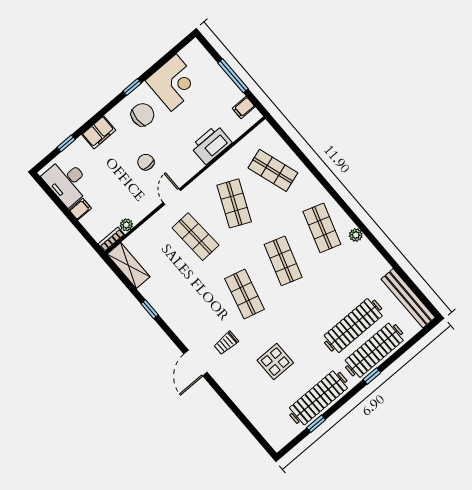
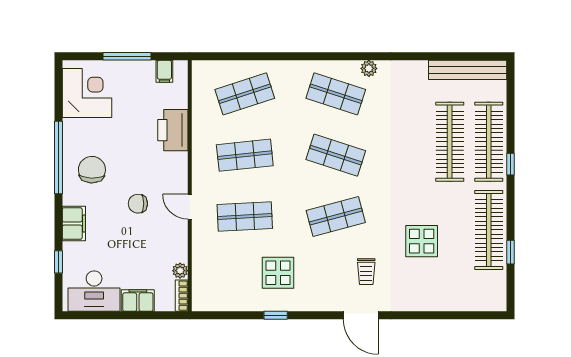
corner desk: (174, 83) -> (87, 93), moved
window: (132, 87) -> (58, 157), width x3.17
shop shelf: (234, 203) -> (245, 155), turned -30
filing cabinet: (80, 209) -> (138, 301), width x2.00
shelving: (128, 266) -> (219, 300), removed
display table: (178, 288) -> (278, 273), added
shop shelf: (244, 294) -> (336, 216), turned -30

